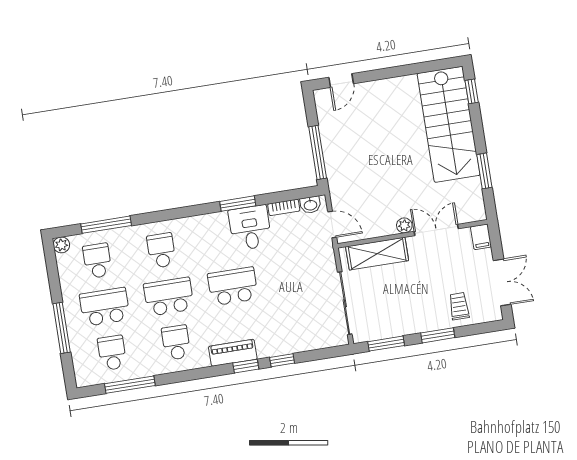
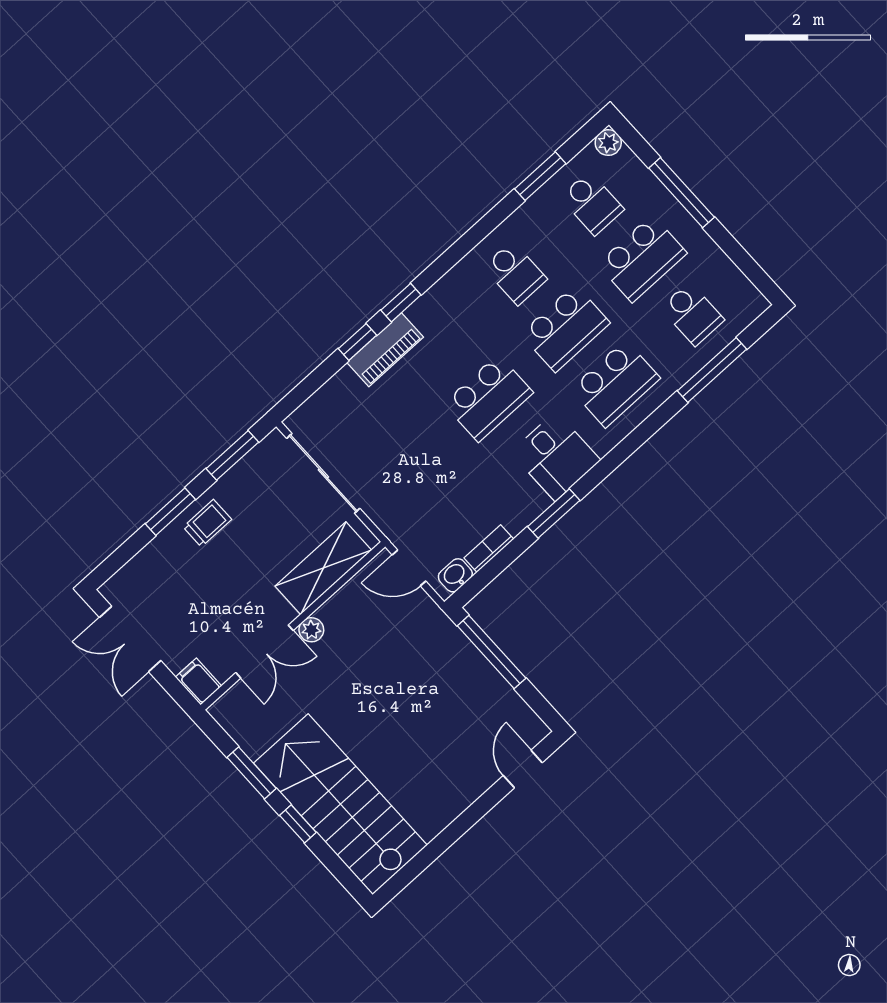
window: (472, 91) -> (298, 824), moved
desk: (250, 228) -> (556, 456), moved
plant: (61, 245) -> (608, 143), moved
school desk: (161, 250) -> (615, 384), width x1.85
trolley: (459, 306) -> (207, 523), moved, turned -90
piano: (233, 353) -> (385, 350), moved
window: (130, 385) -> (540, 176), width x0.69

